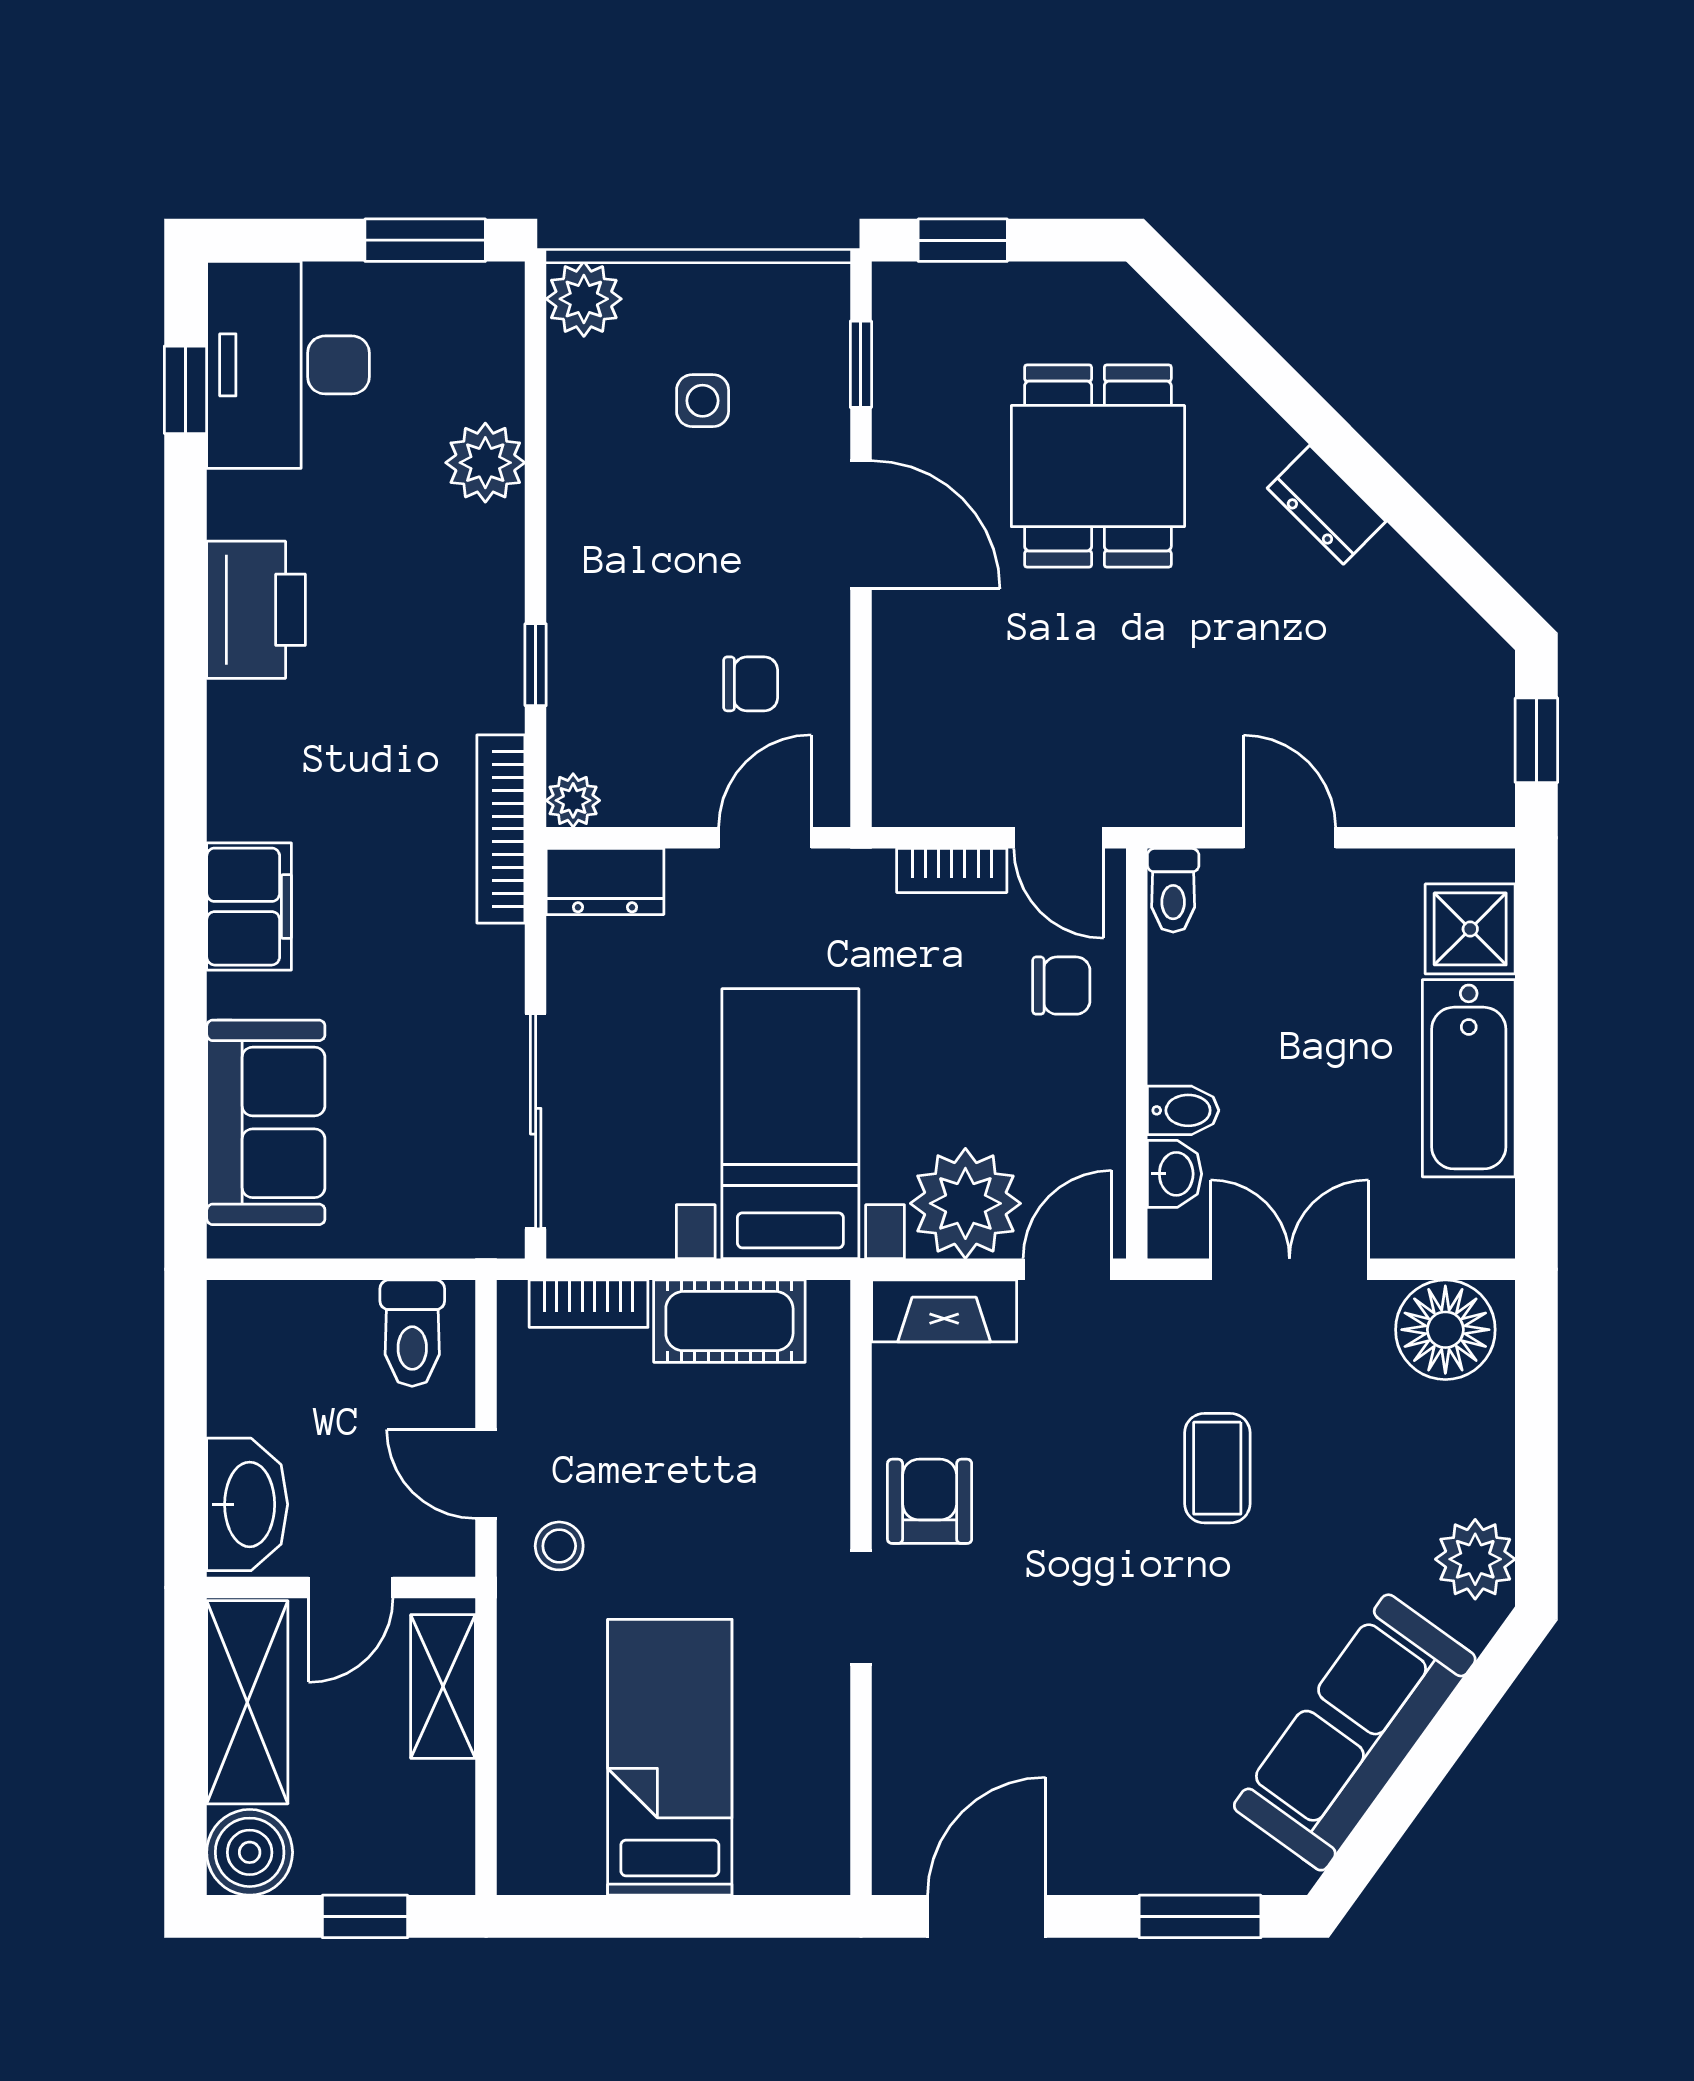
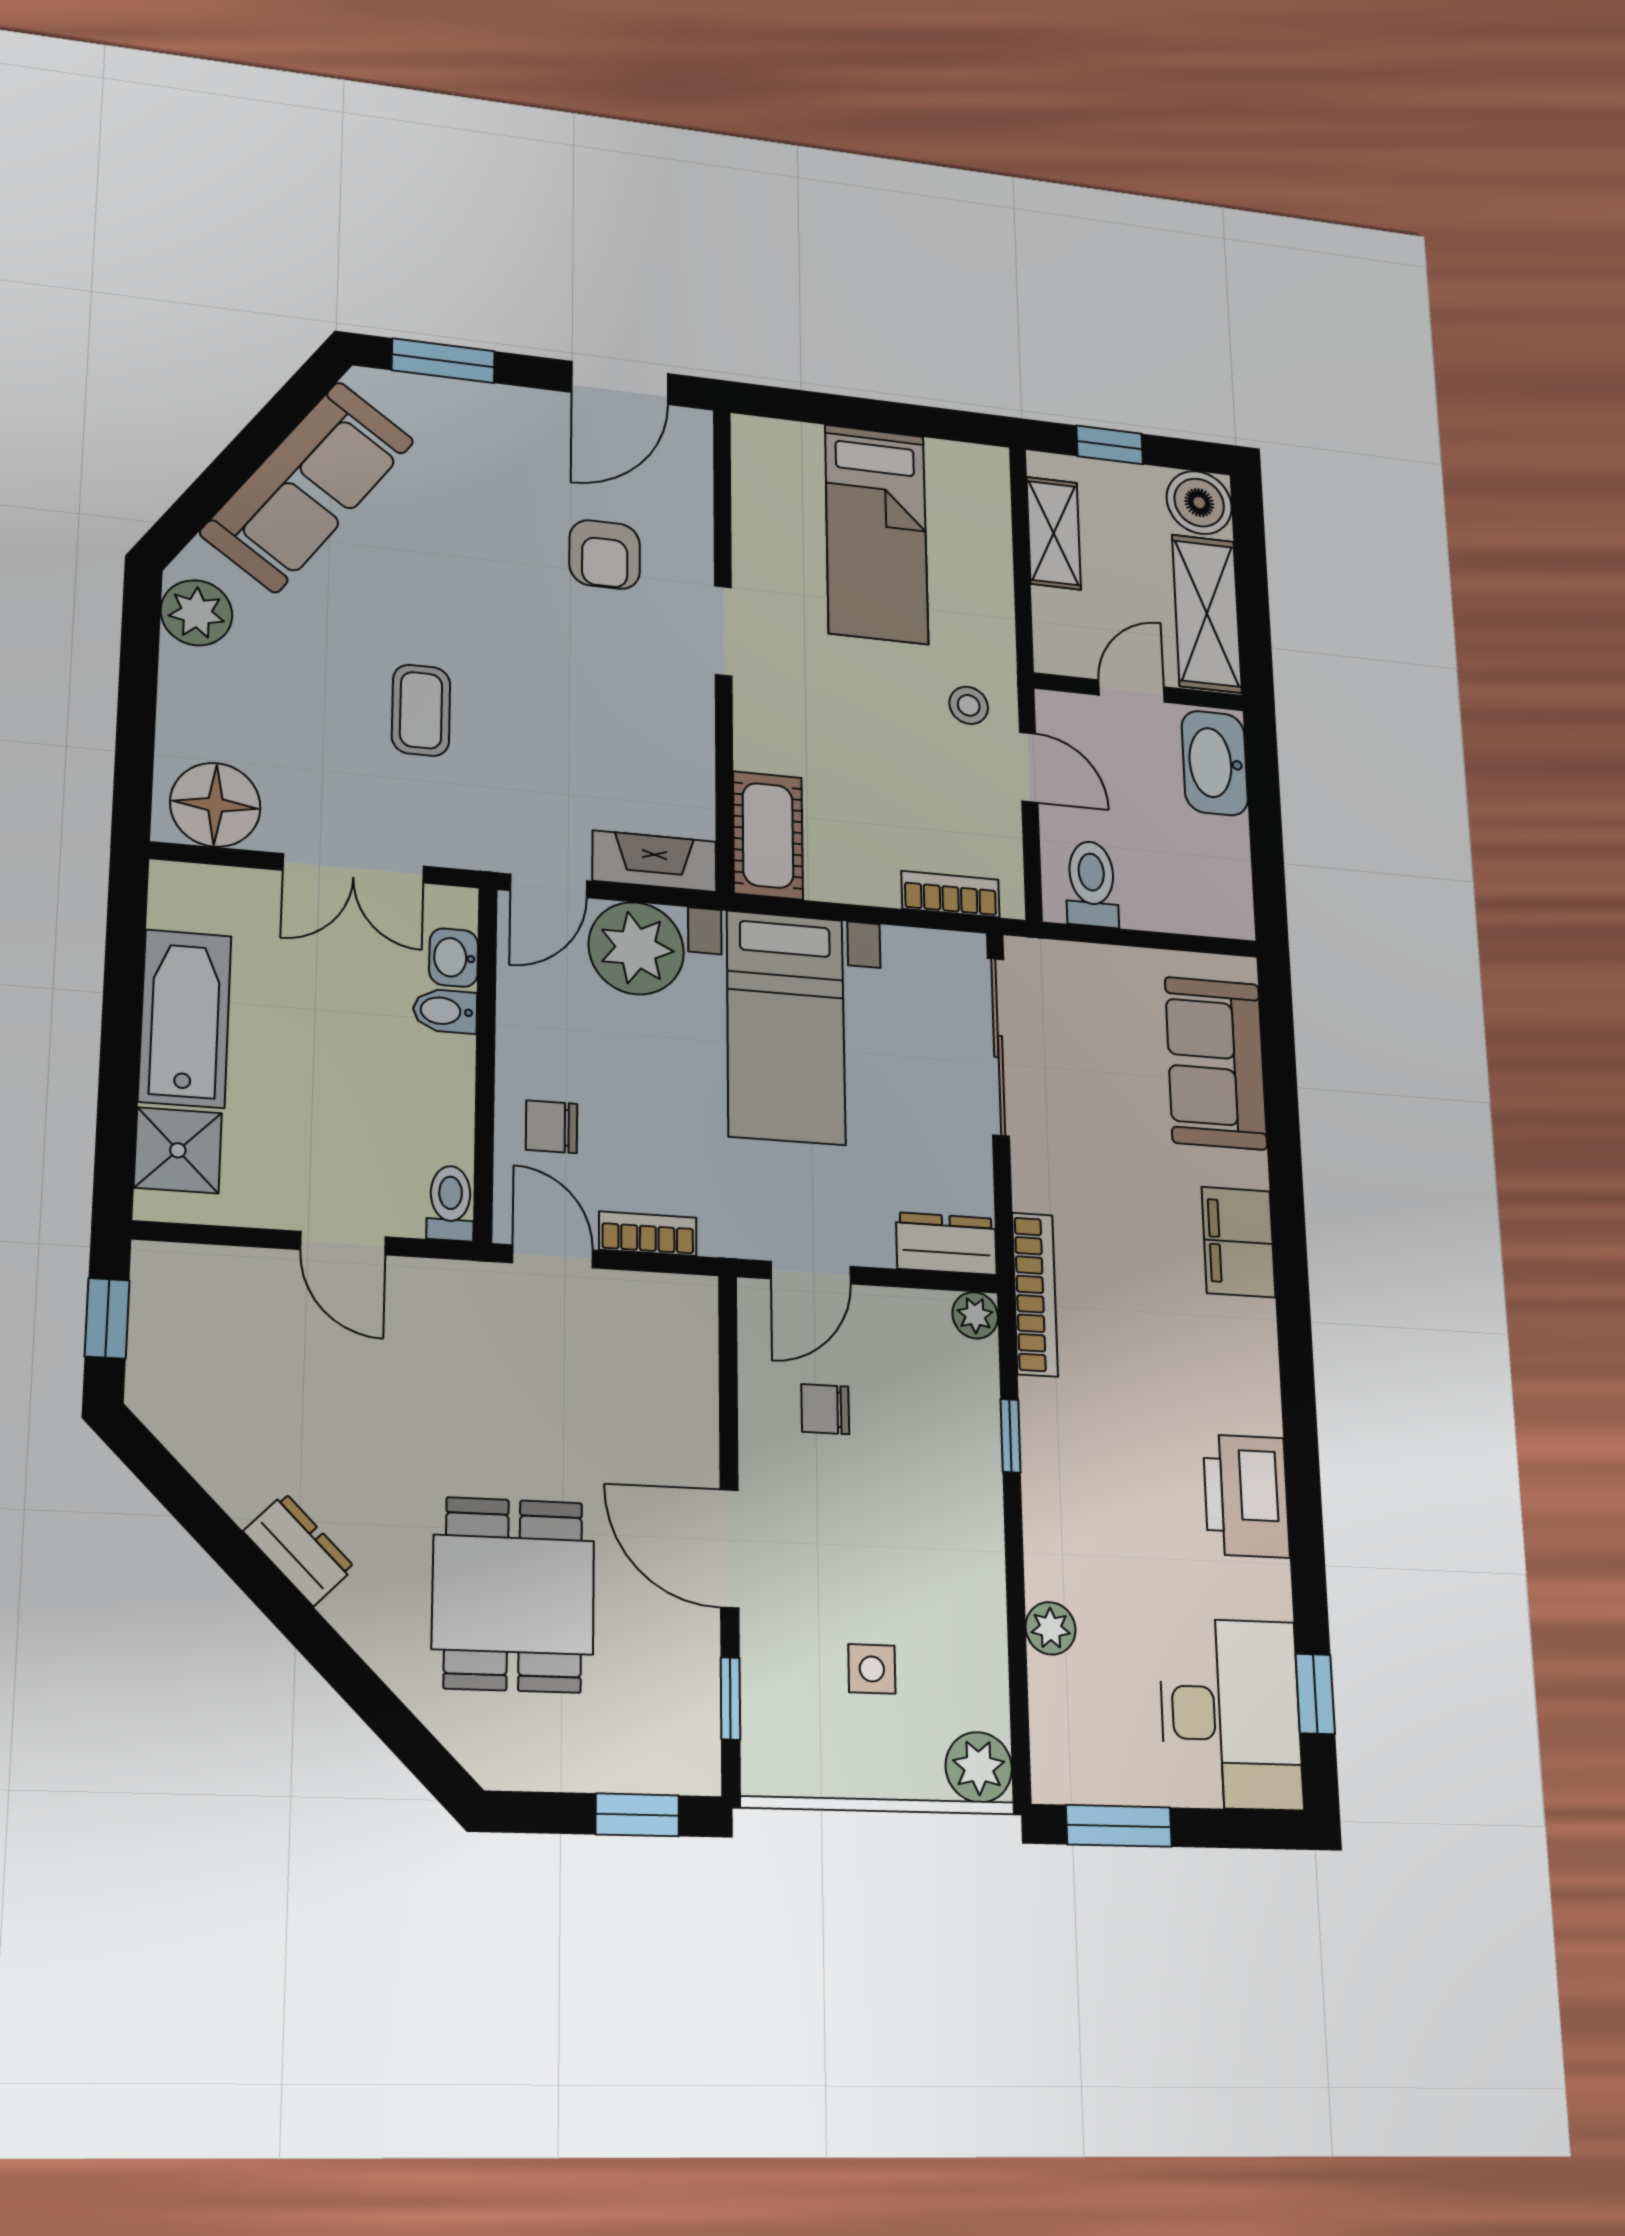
plant: (485, 463) -> (1051, 1628), width x0.73, depth x0.73
cot: (729, 1321) -> (768, 835), moved, turned 90
armchair: (930, 1501) -> (605, 555), moved
shelving: (443, 1687) -> (1054, 533), moved

